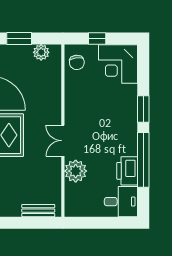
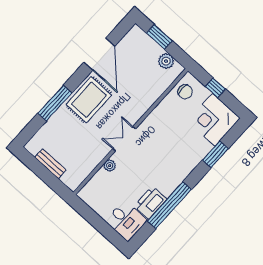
chair: (77, 62) -> (185, 92), turned -83
window: (143, 109) -> (215, 154), moved
plant: (76, 171) -> (110, 166), width x0.53, depth x0.53
bench: (38, 211) -> (50, 164), moved

